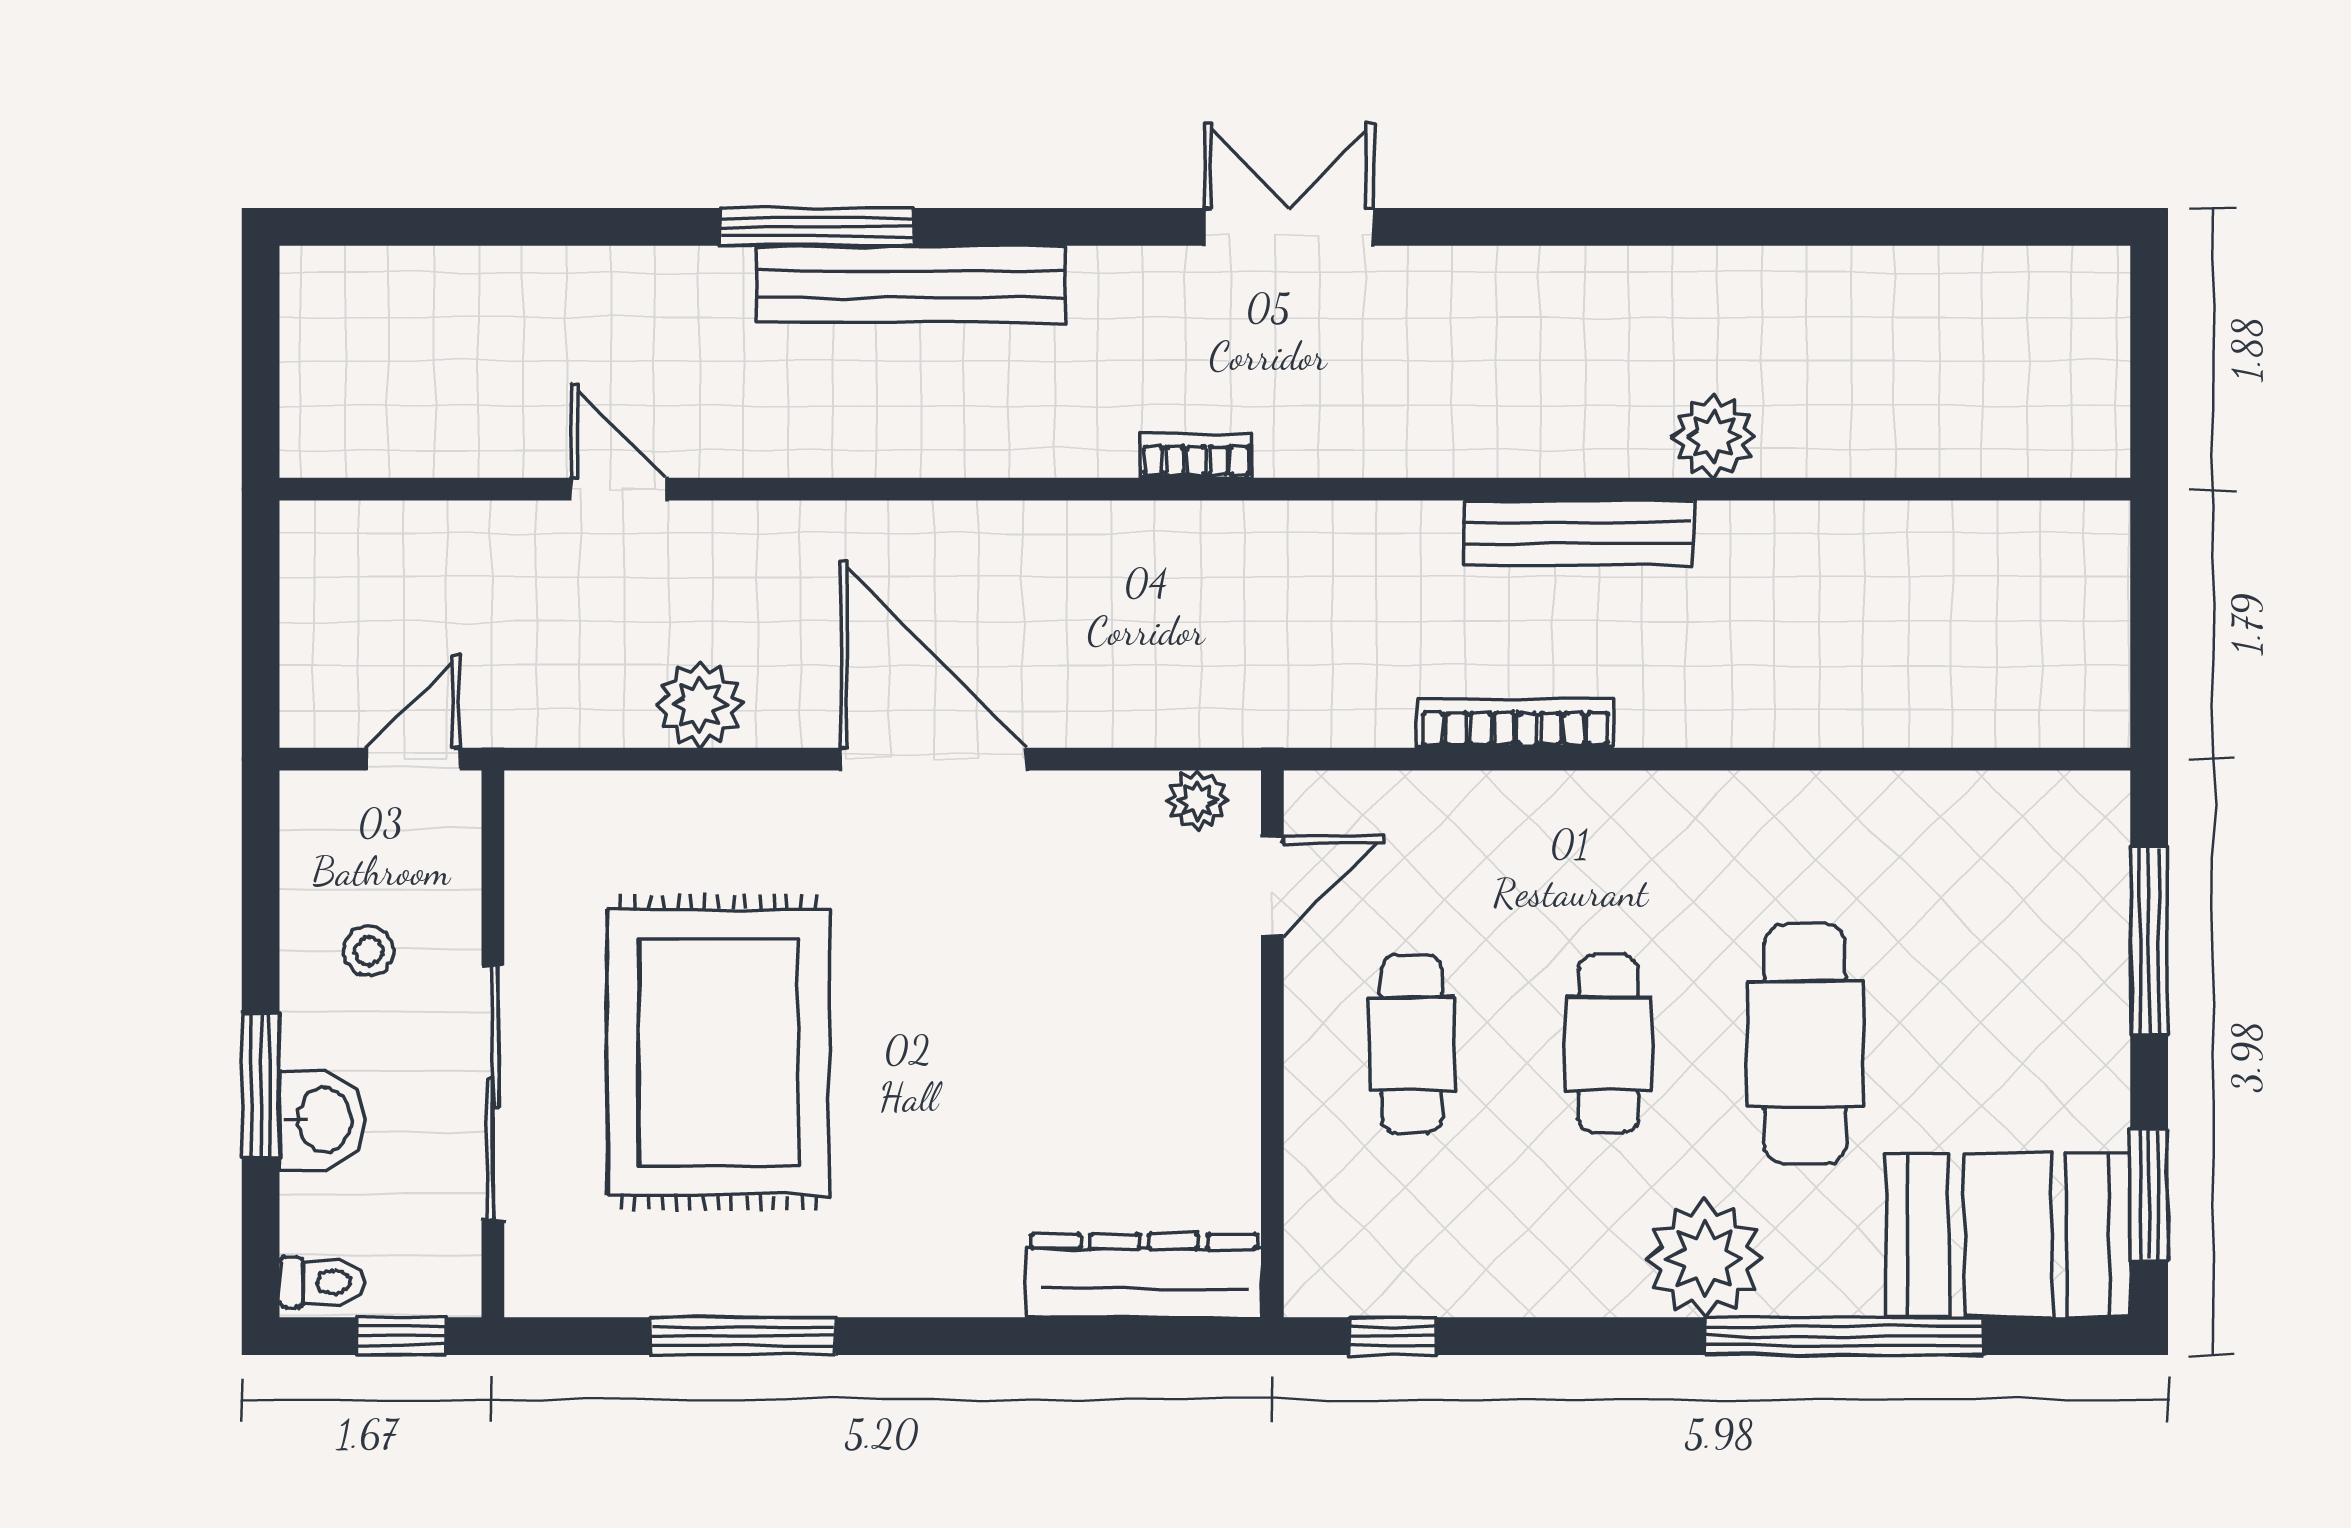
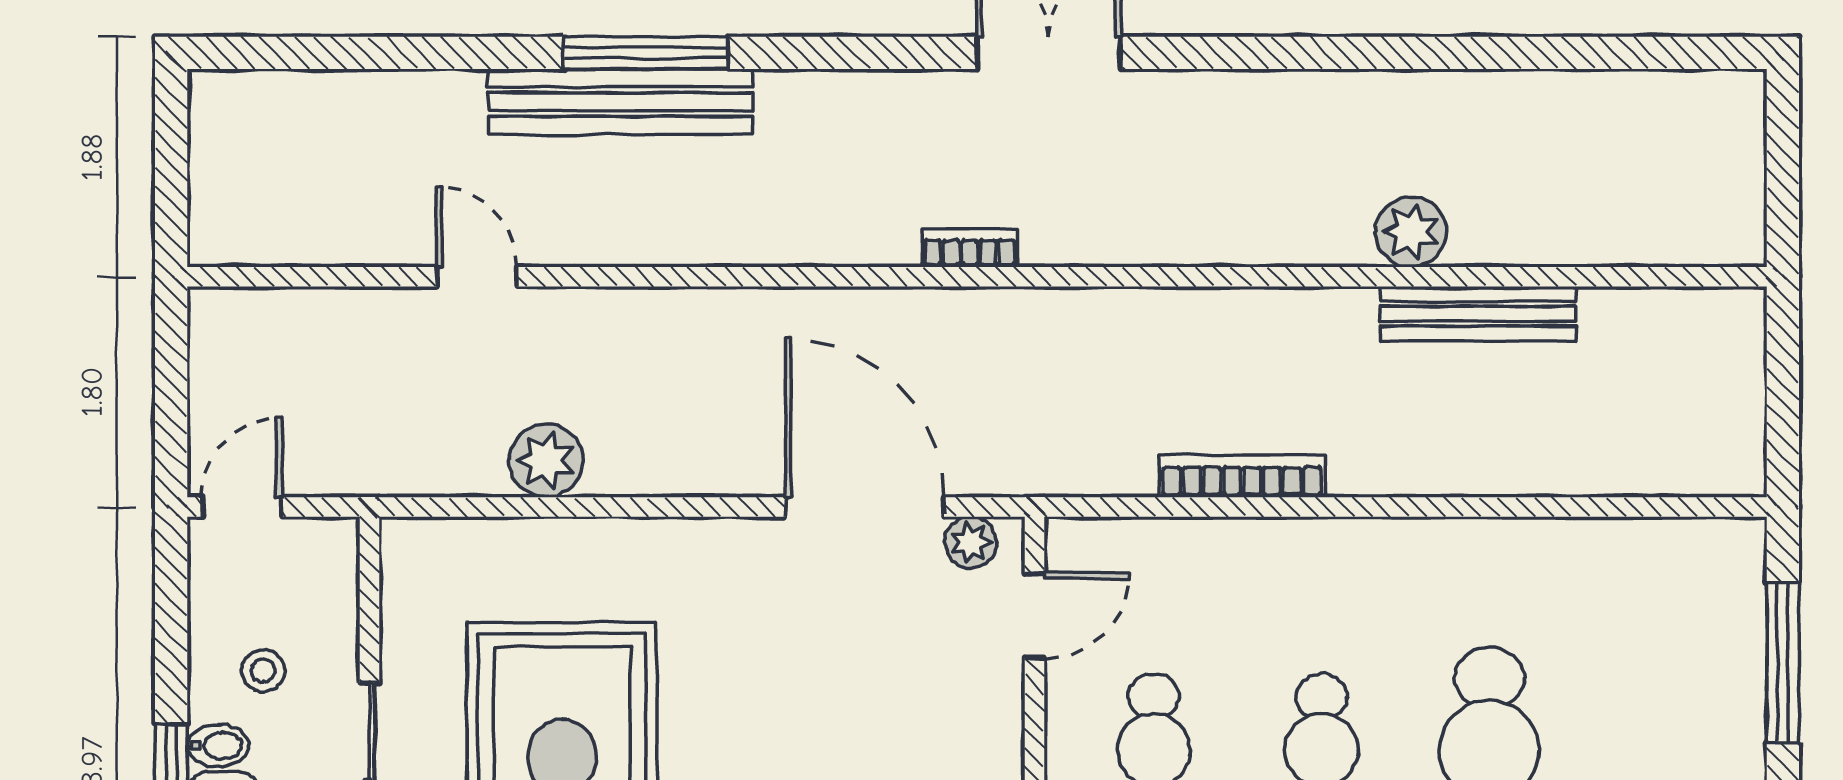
bench: (910, 284) -> (621, 102), moved
bench: (1578, 533) -> (1478, 314), moved
door: (413, 759) -> (242, 507), moved
door: (934, 759) -> (865, 507), moved
bidet: (315, 1039) -> (218, 746), added

